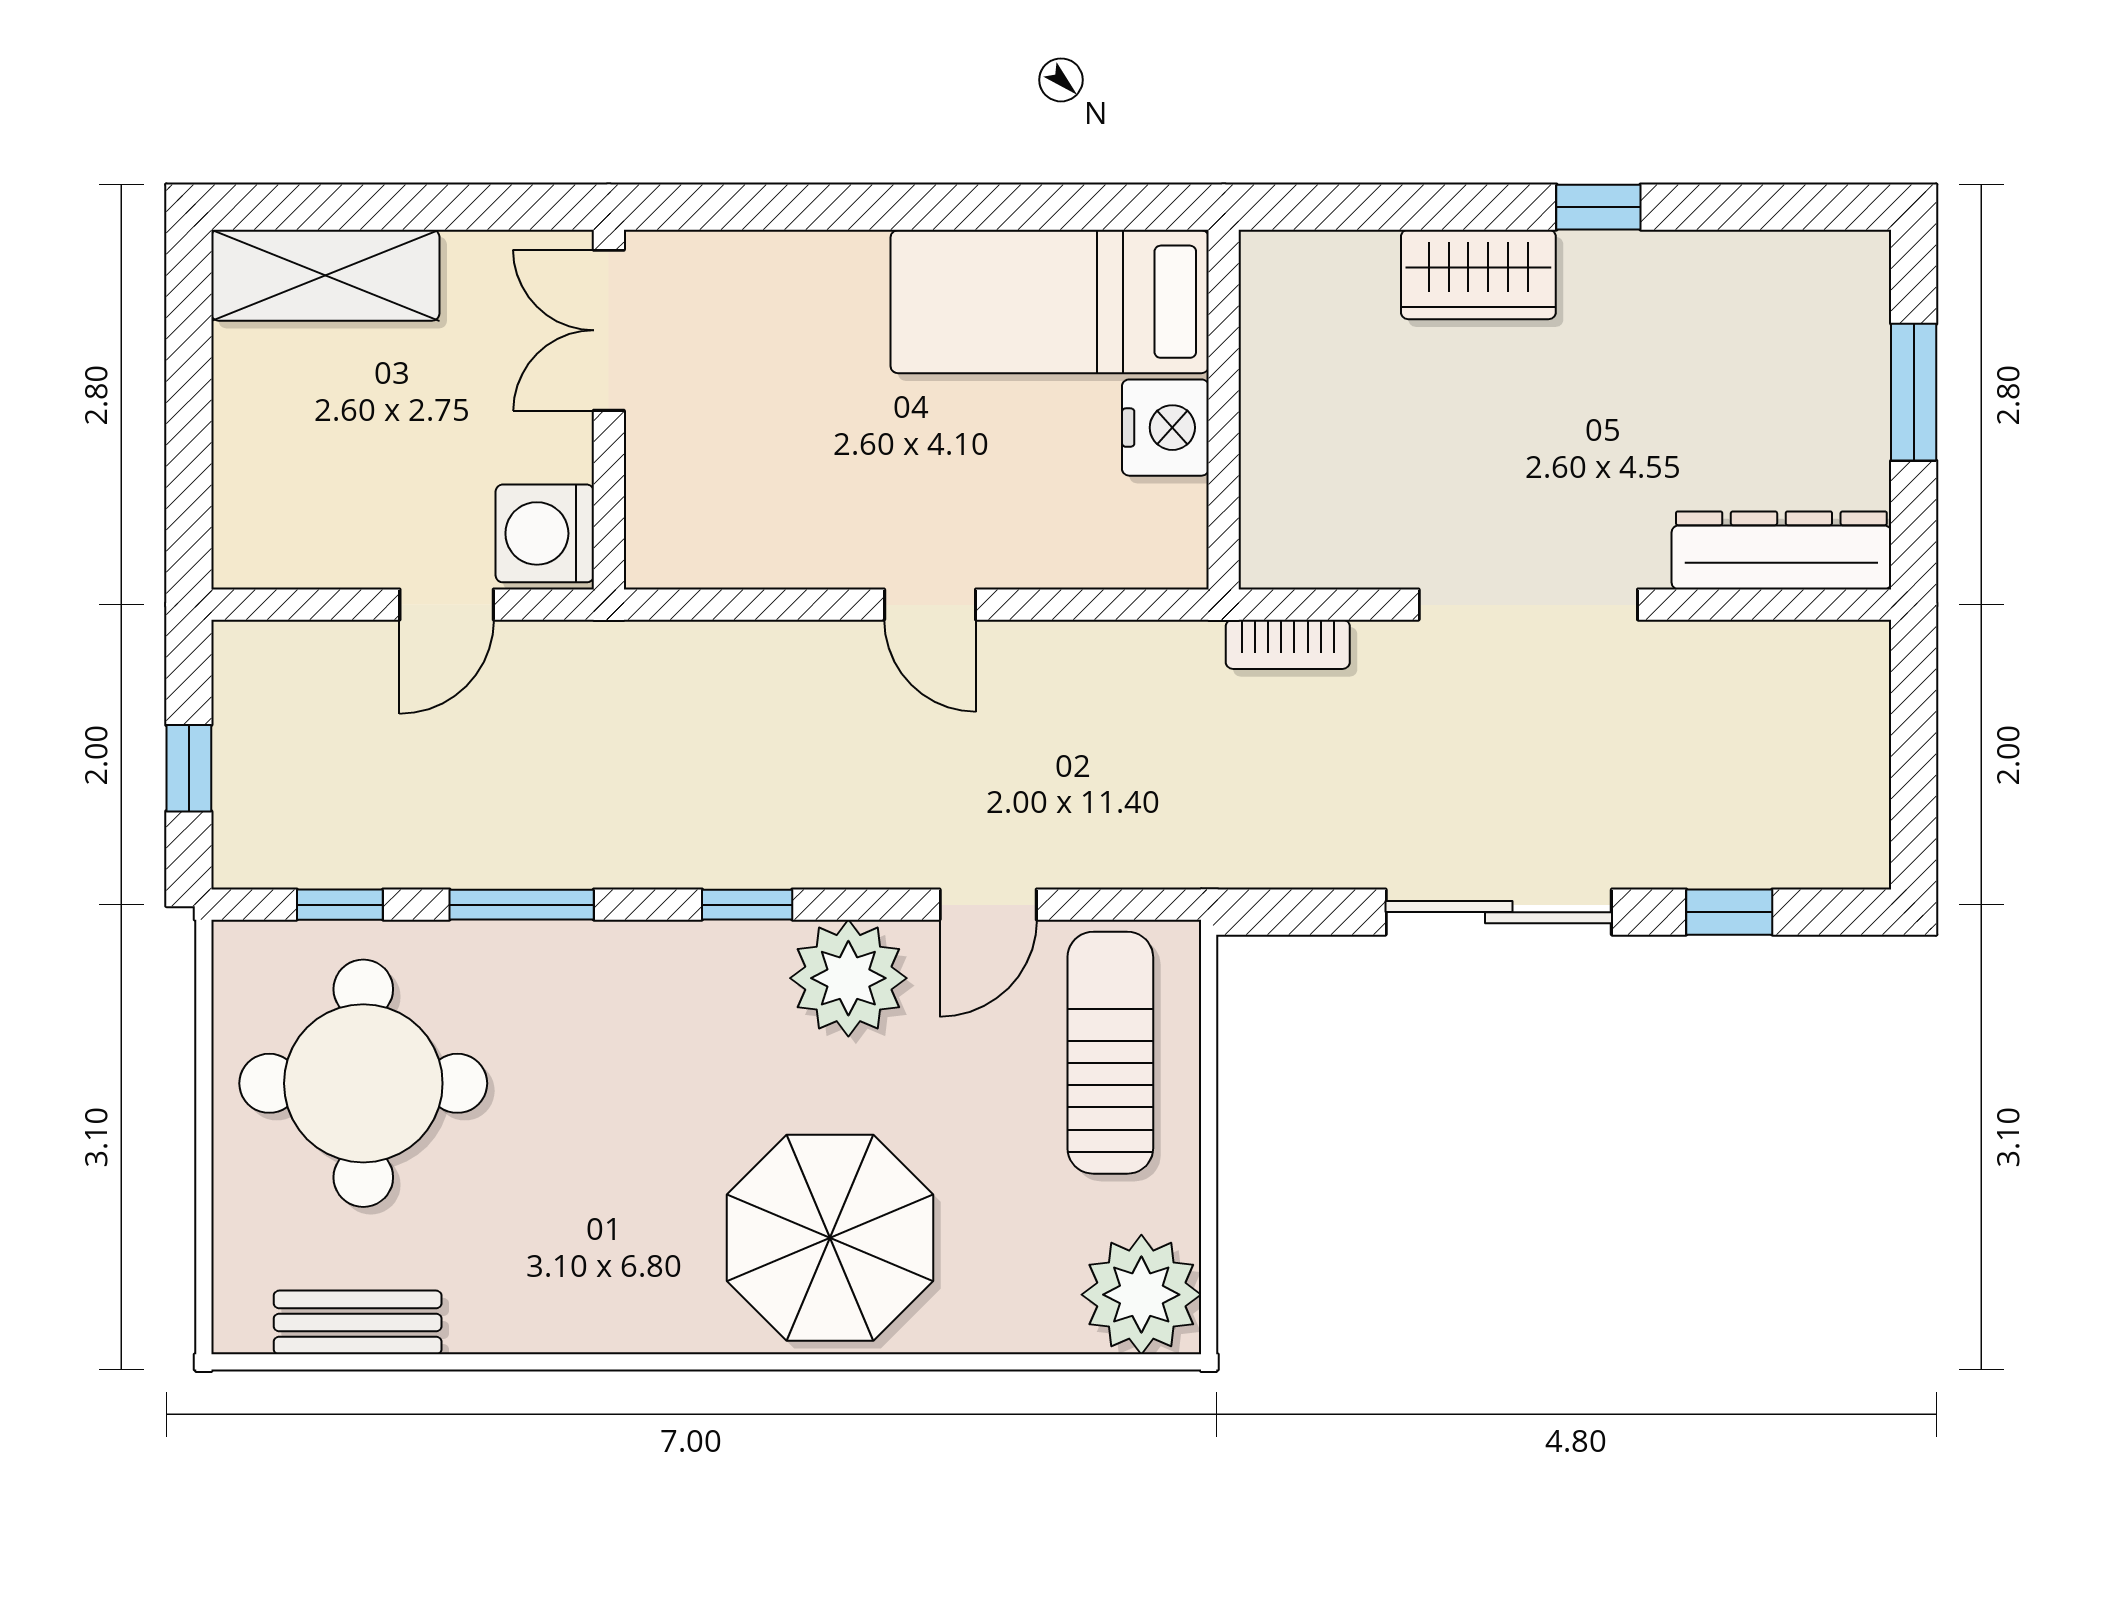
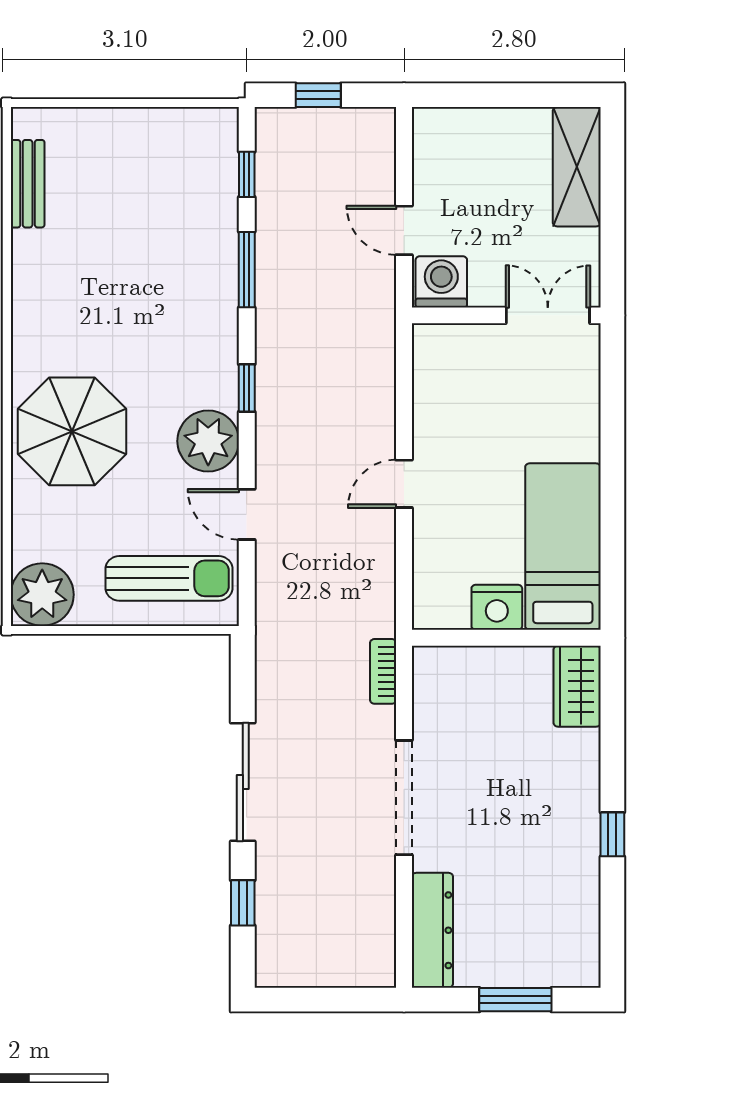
wardrobe: (1478, 274) -> (577, 686), moved
round table: (363, 1083) -> (153, 187), removed

